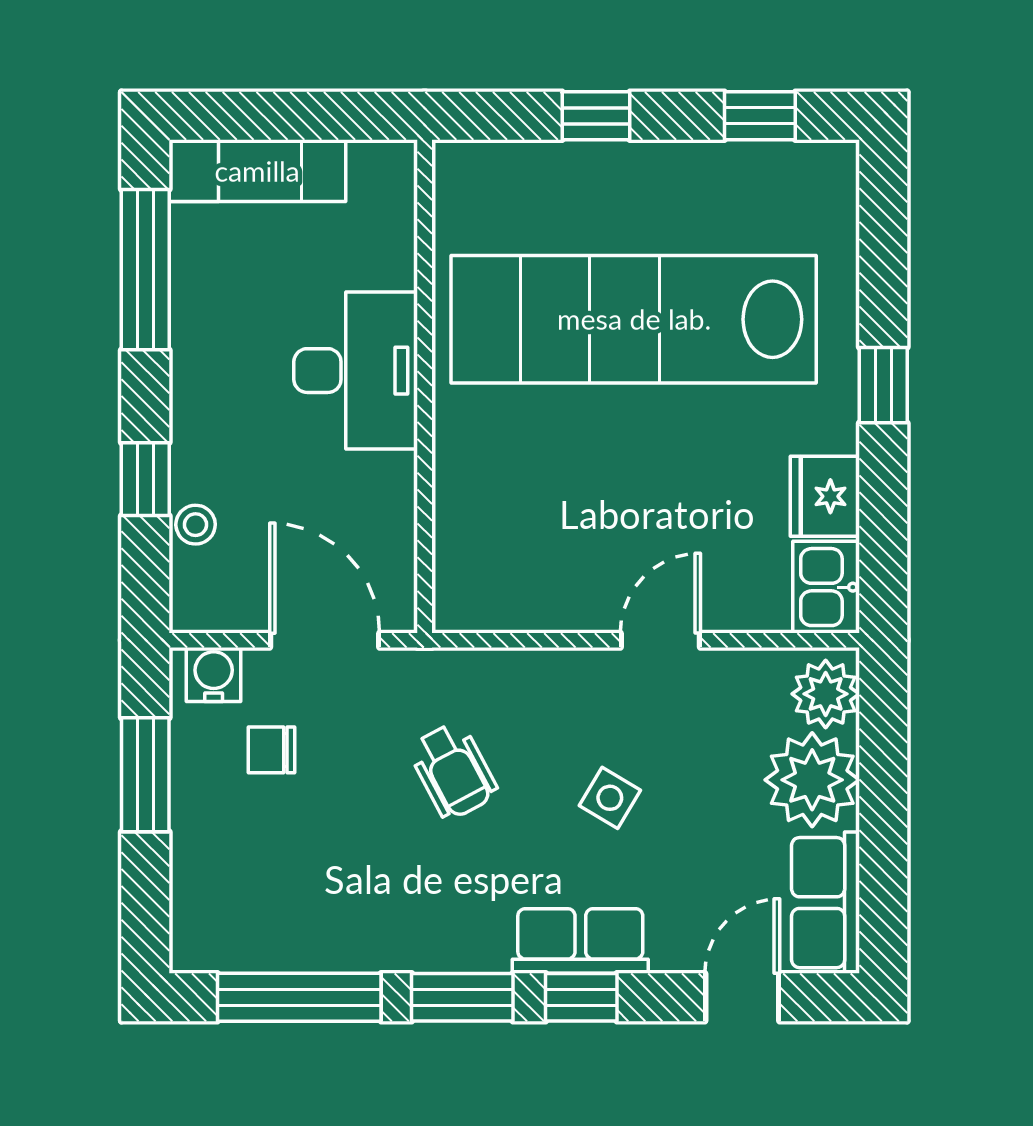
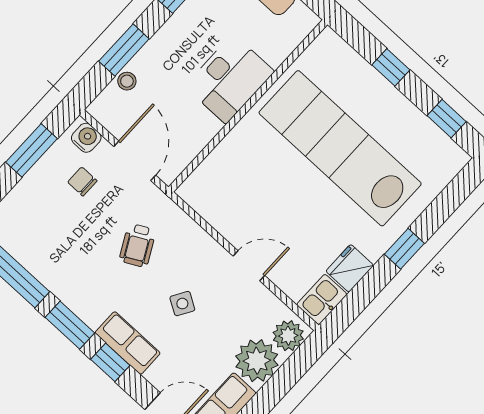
window: (145, 479) -> (124, 50), width x1.50

